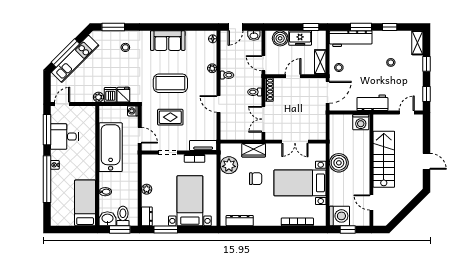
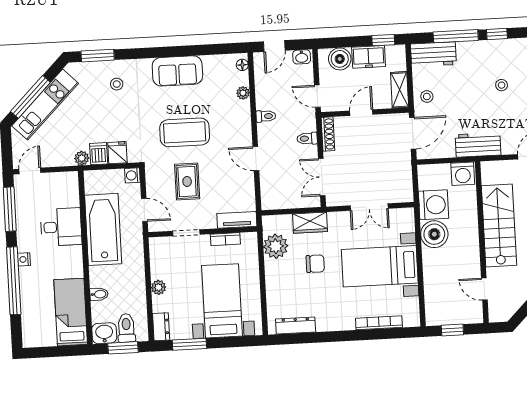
window: (361, 27) -> (456, 36), width x1.44
workbench: (351, 39) -> (433, 54), width x0.73
plant: (212, 68) -> (243, 93), moved
rug: (170, 117) -> (187, 181), turned 90
desk: (64, 137) -> (61, 227), moved, turned 180
washing machine: (339, 216) -> (434, 205), moved

